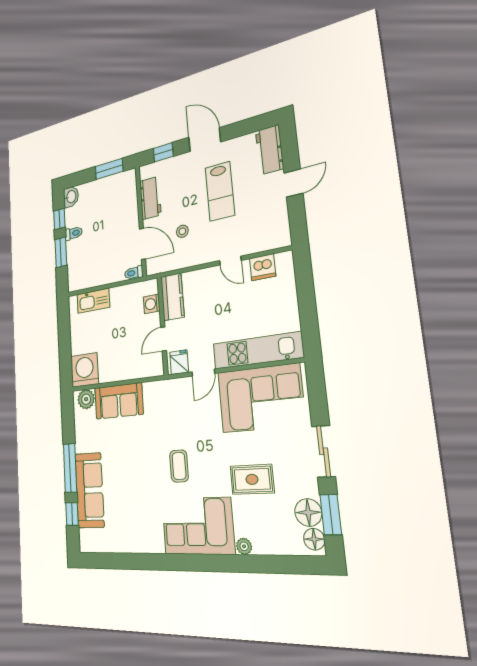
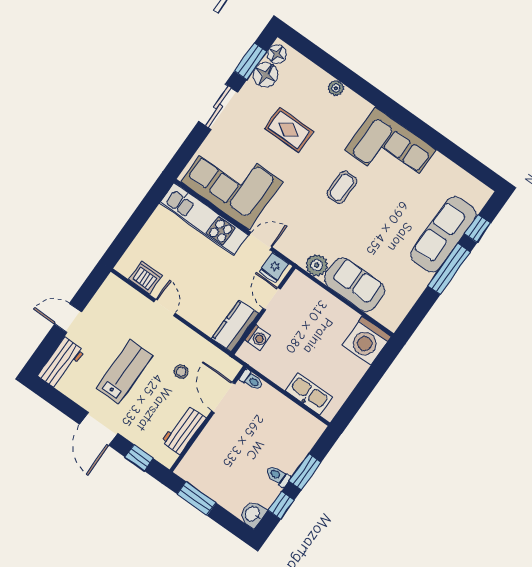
door: (164, 339) -> (272, 299), swing flipped
plant: (86, 399) -> (317, 265), moved
corner sofa: (198, 526) -> (390, 150), moved

